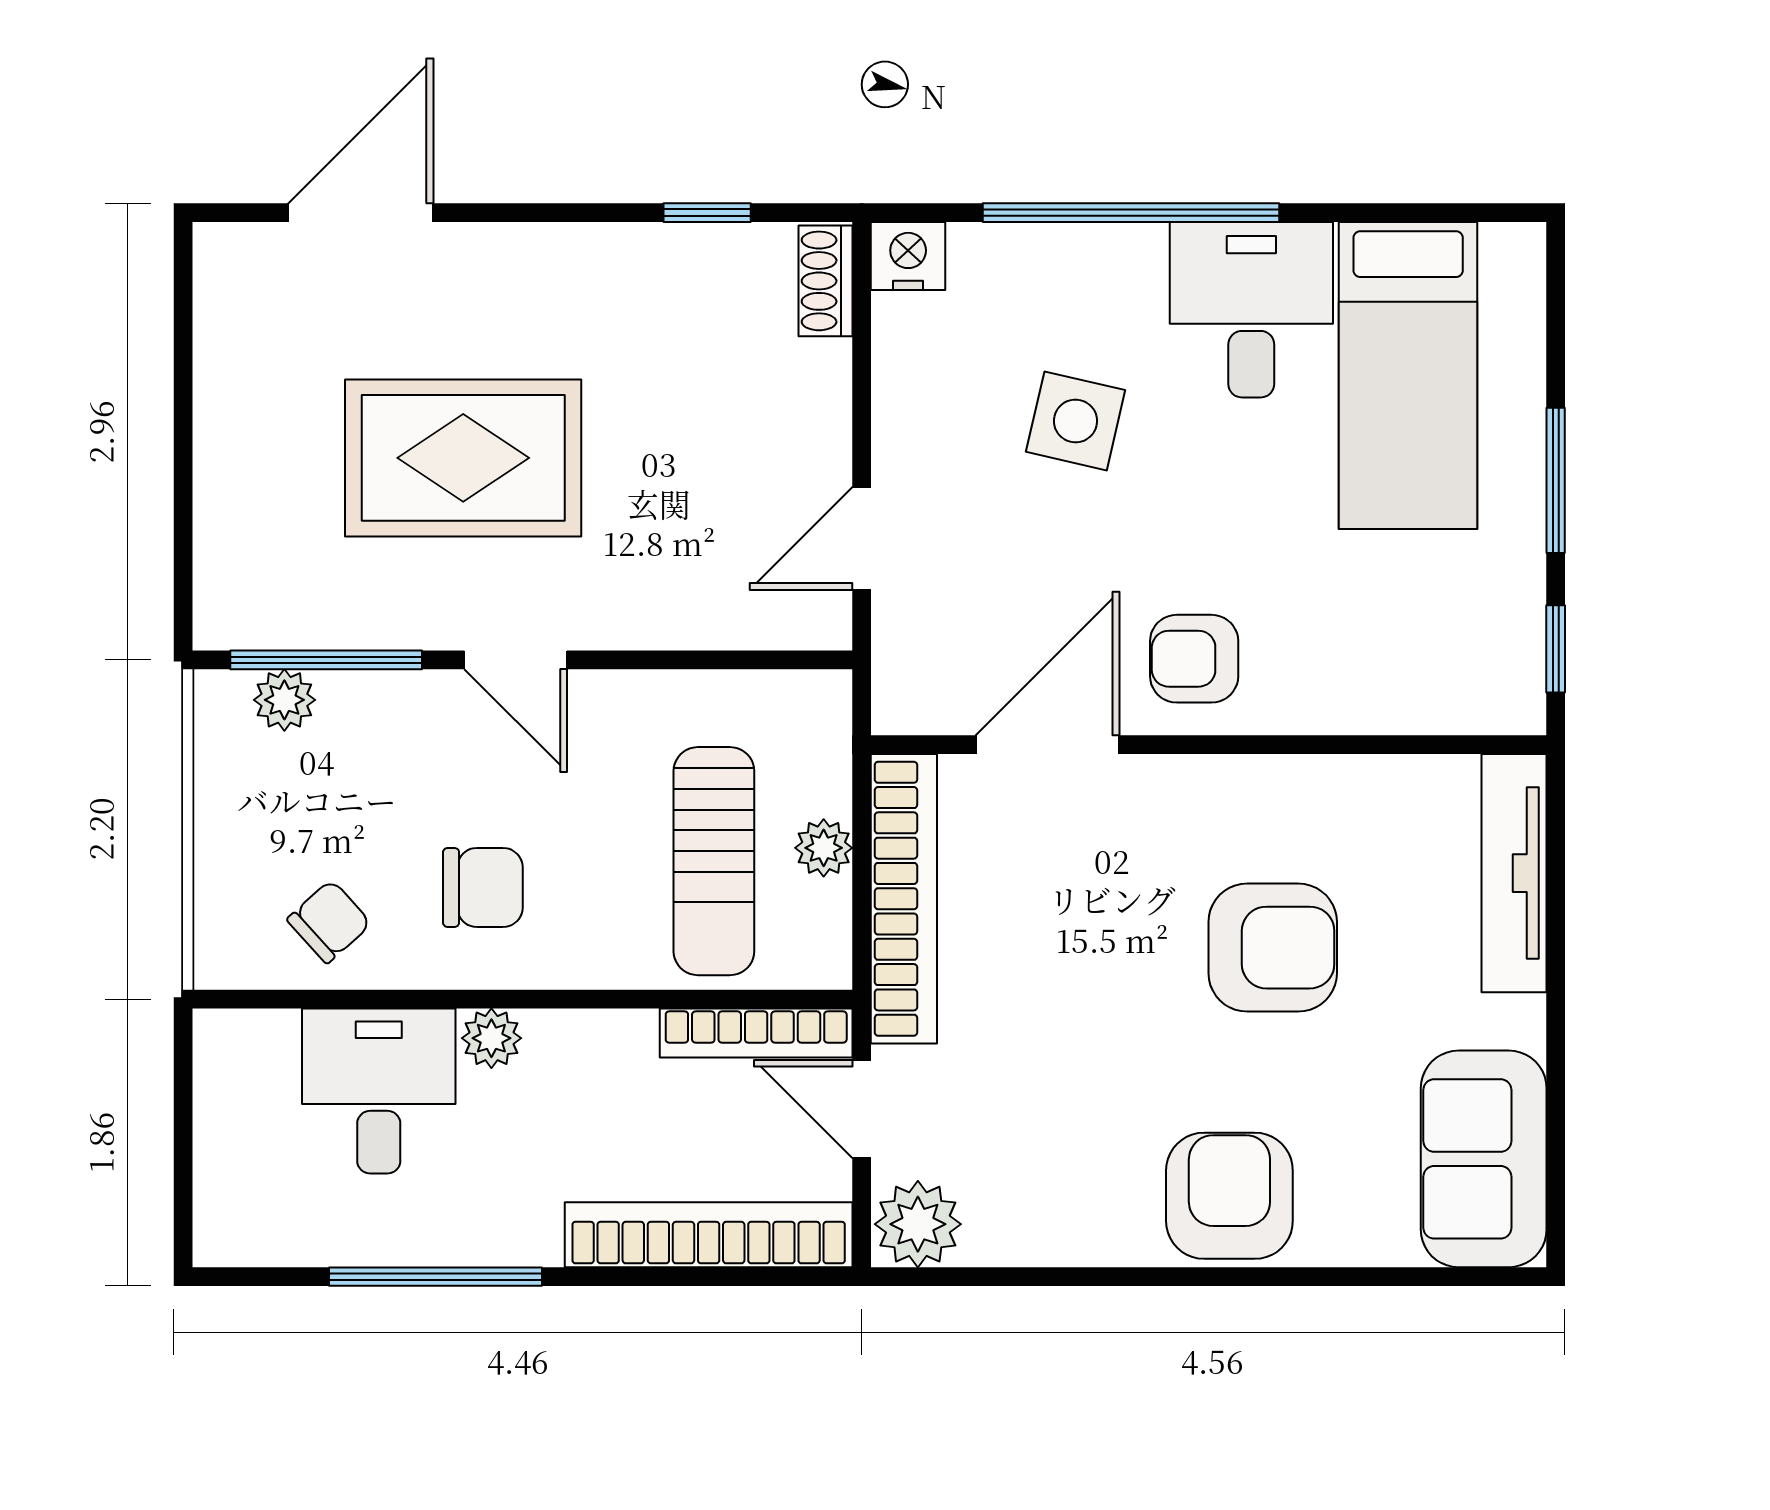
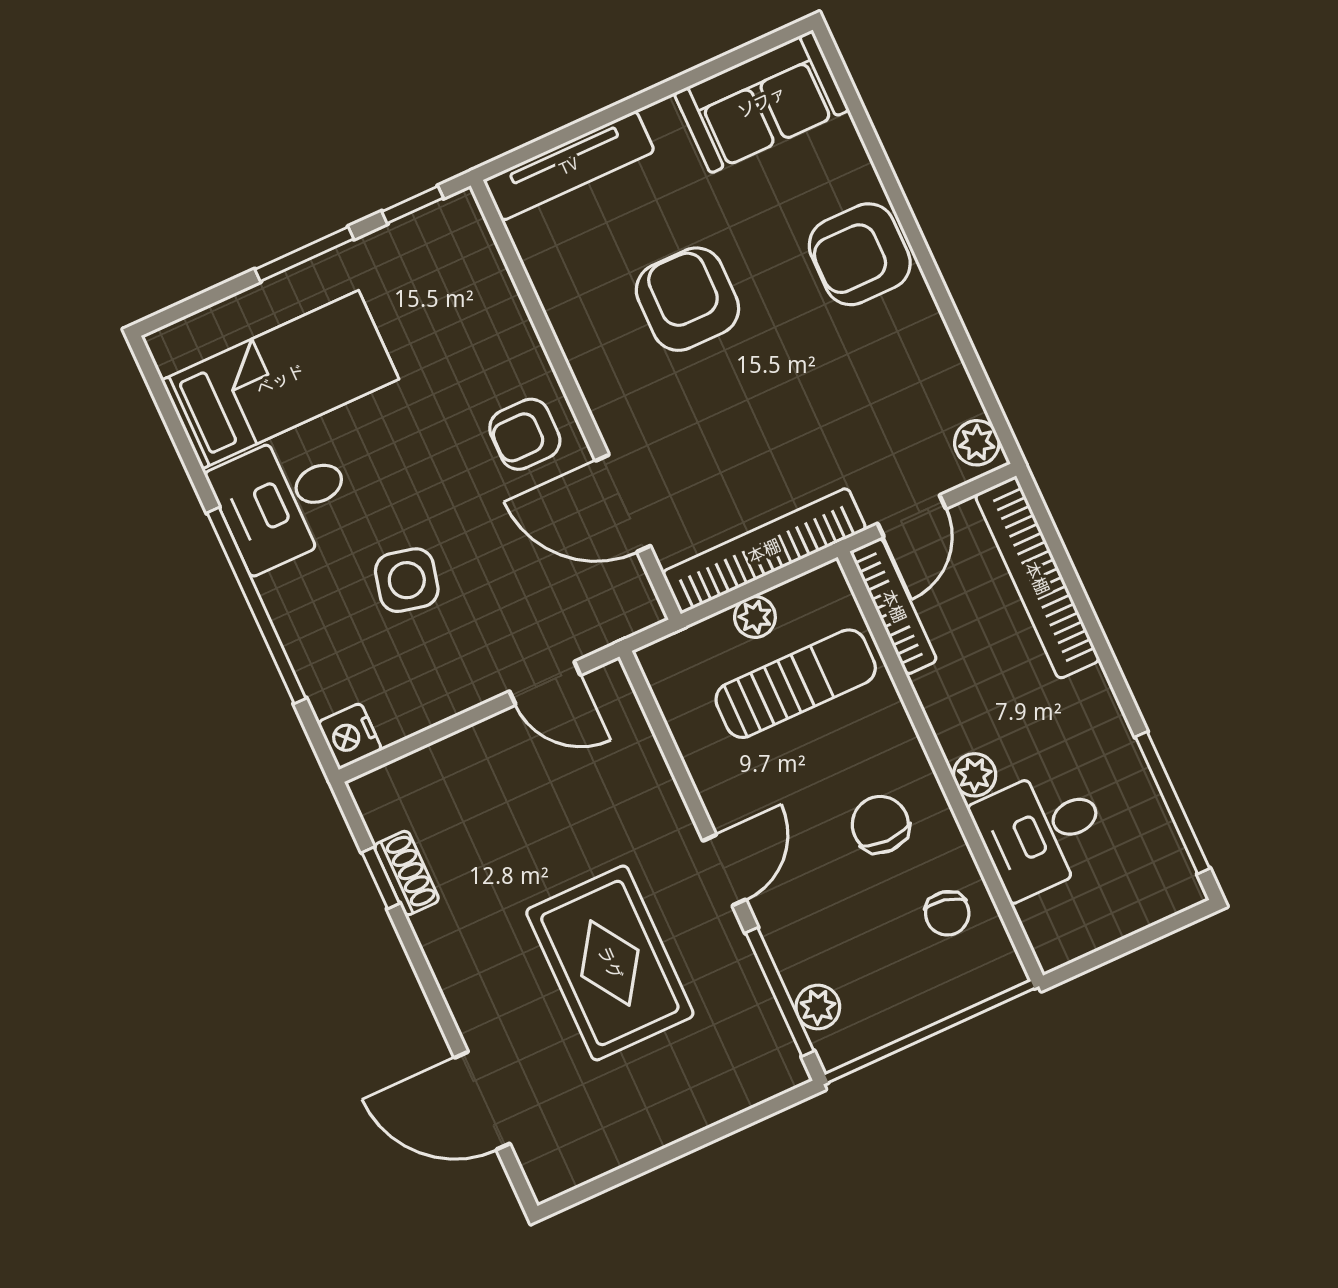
shoe rack: (825, 281) -> (407, 873), moved, turned -90
armchair: (1194, 659) -> (525, 434), turned 90
chair: (329, 922) -> (947, 913), turned -126
plant: (918, 1224) -> (977, 443), width x0.73, depth x0.73
window: (435, 1277) -> (1172, 803), moved

